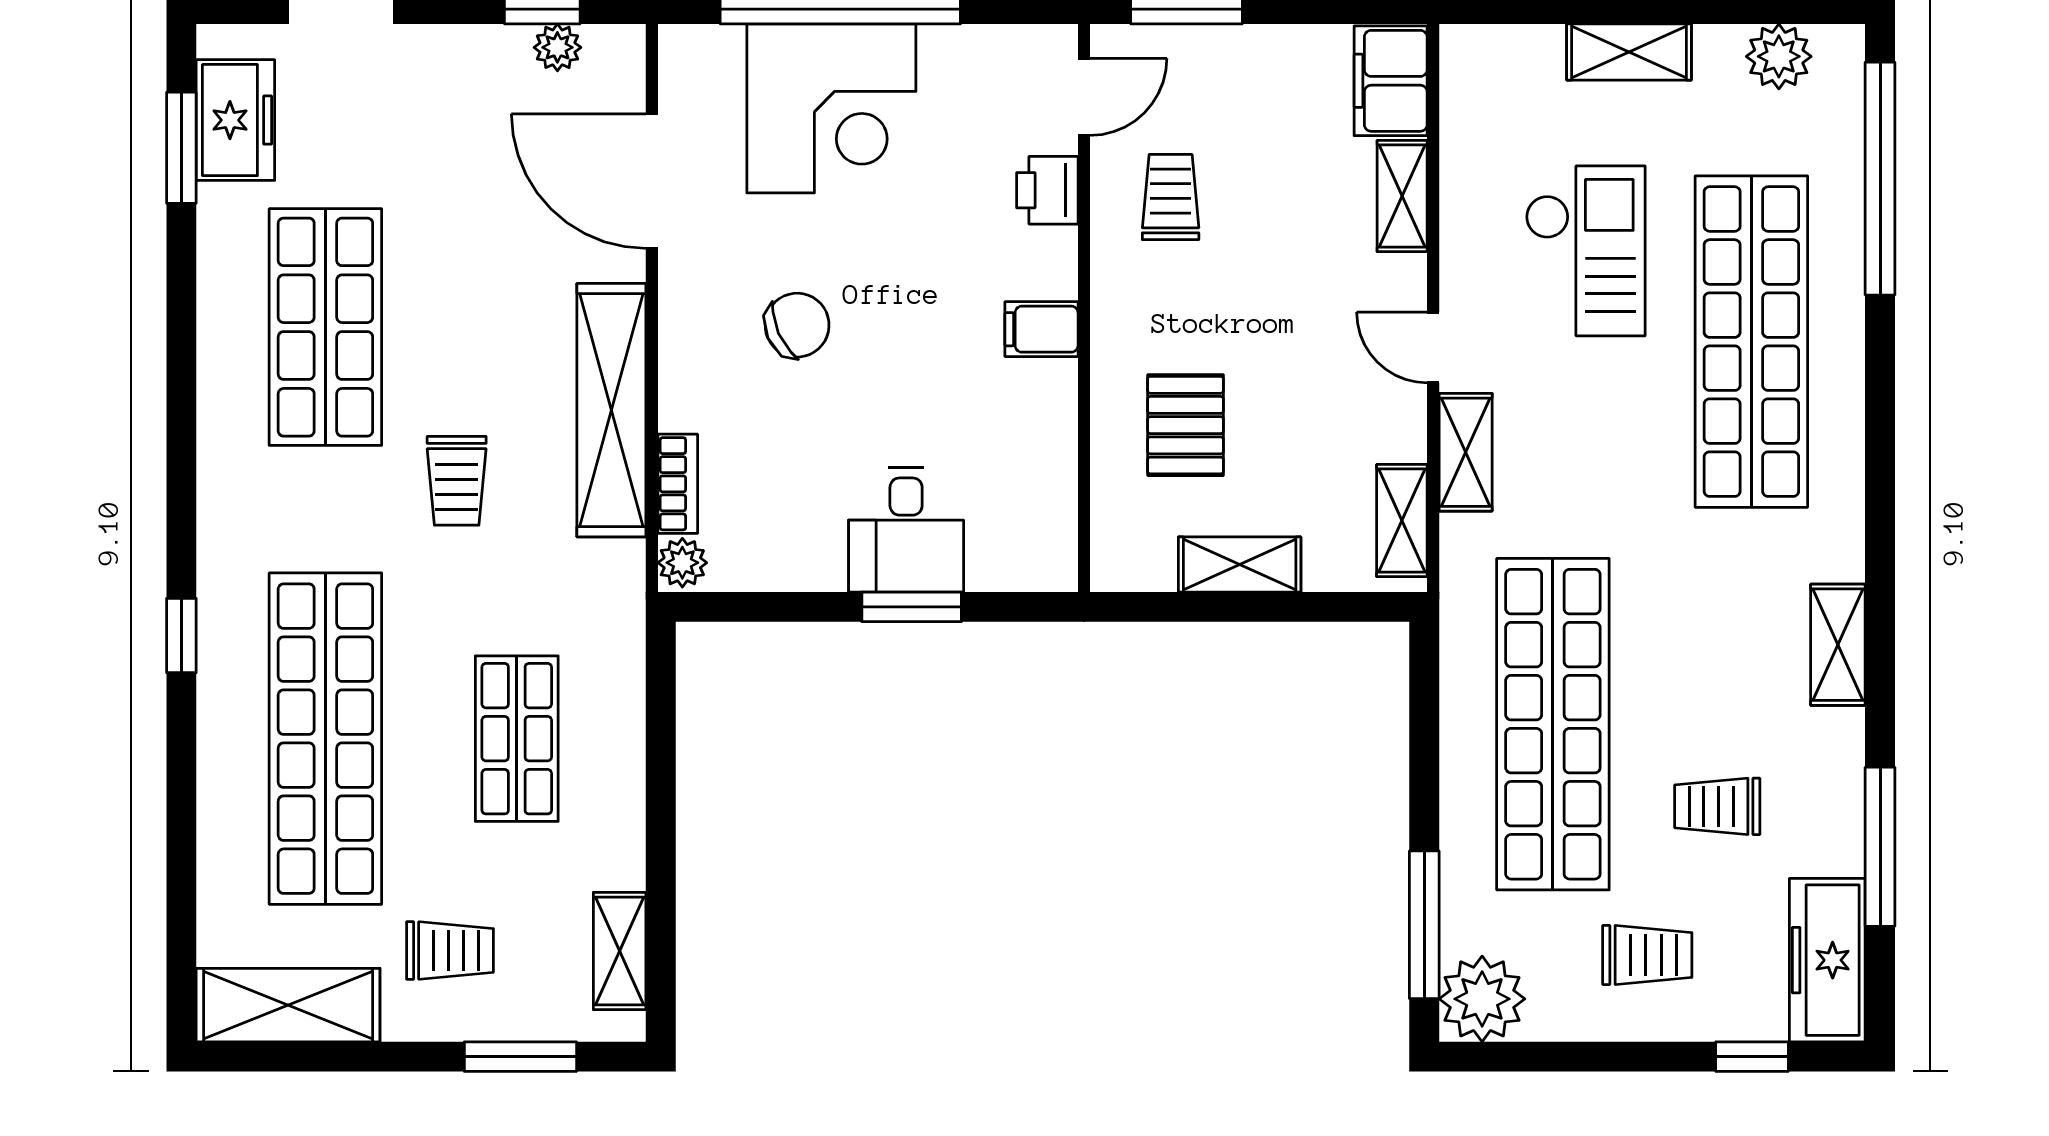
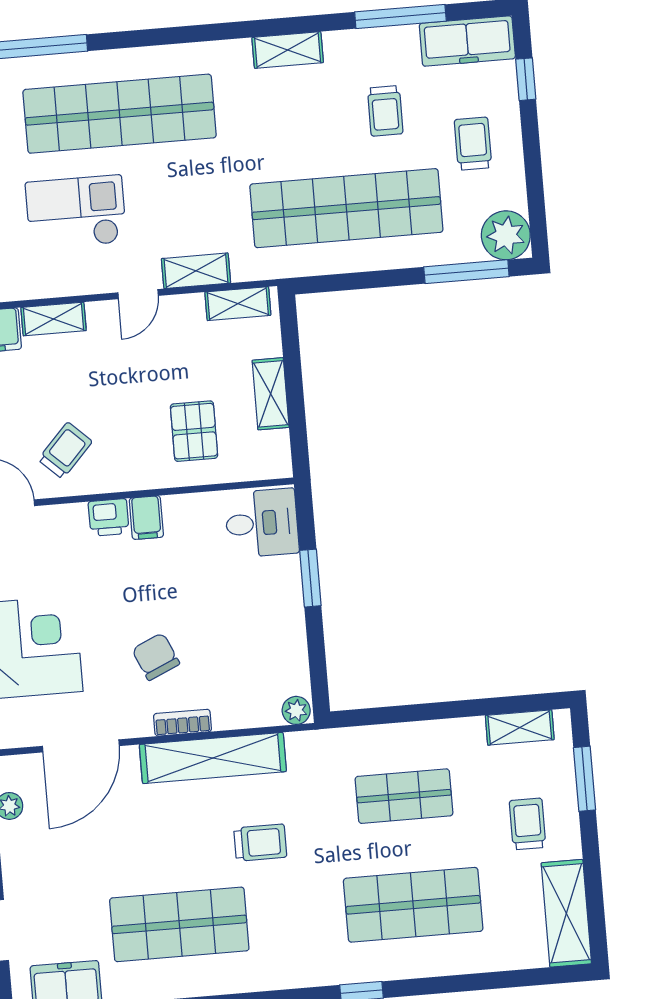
printer: (1047, 190) -> (109, 517), moved
trolley: (1171, 197) -> (65, 451), turned 133
pallet: (1186, 425) -> (194, 431), turned 90
bookcase: (678, 484) -> (183, 723), moved
desk: (906, 530) -> (262, 523), moved
shop shelf: (325, 739) -> (413, 905), width x0.71

